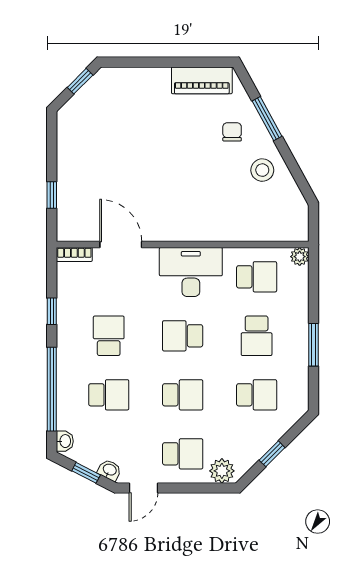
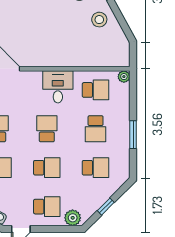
desk: (191, 272) -> (58, 87), width x0.73
school desk: (183, 336) -> (47, 129), turned 90

